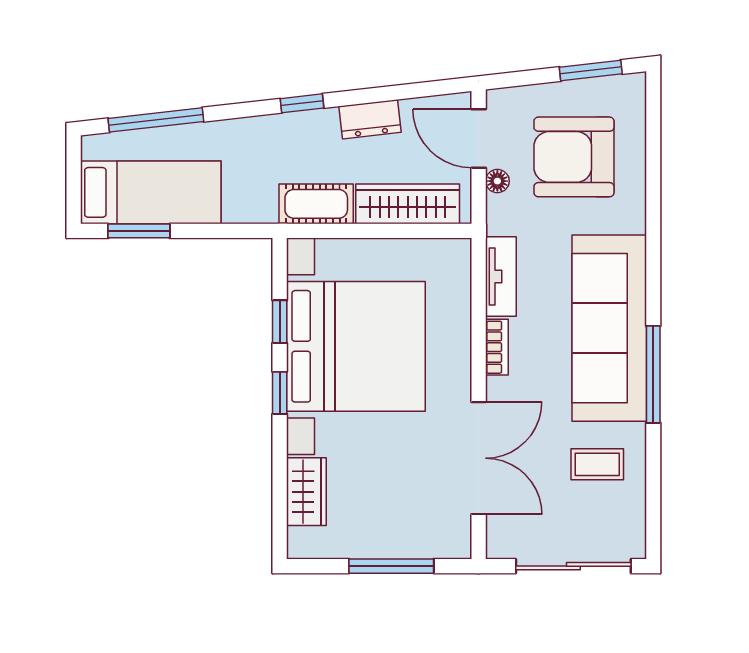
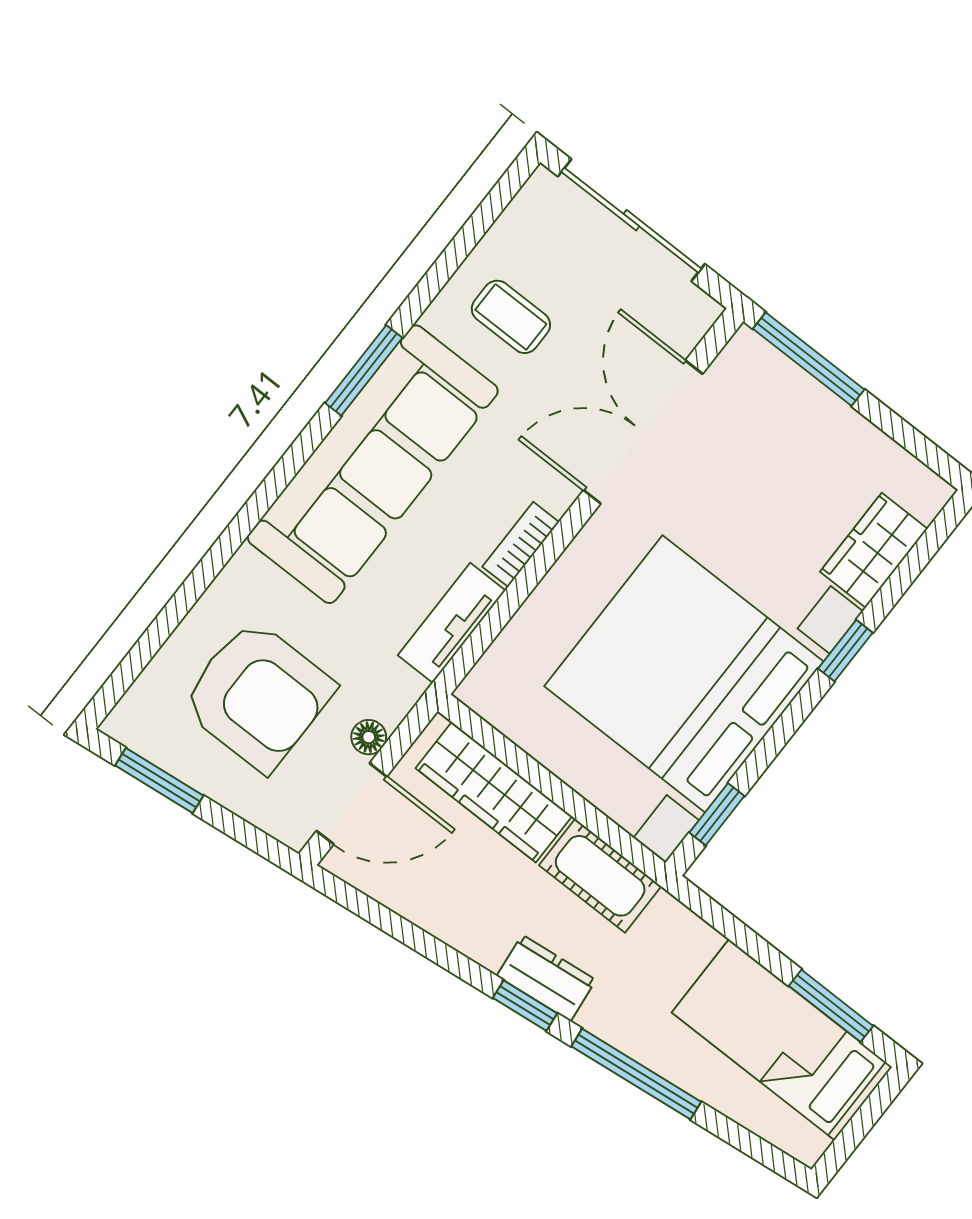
dresser: (370, 119) -> (546, 978), moved
window: (156, 120) -> (636, 1074), moved
door: (479, 138) -> (352, 804), hinge flipped
window: (280, 322) -> (717, 814), moved
window: (653, 374) -> (364, 370), width x0.69
window: (280, 393) -> (845, 651), moved
window: (391, 566) -> (809, 359), moved

